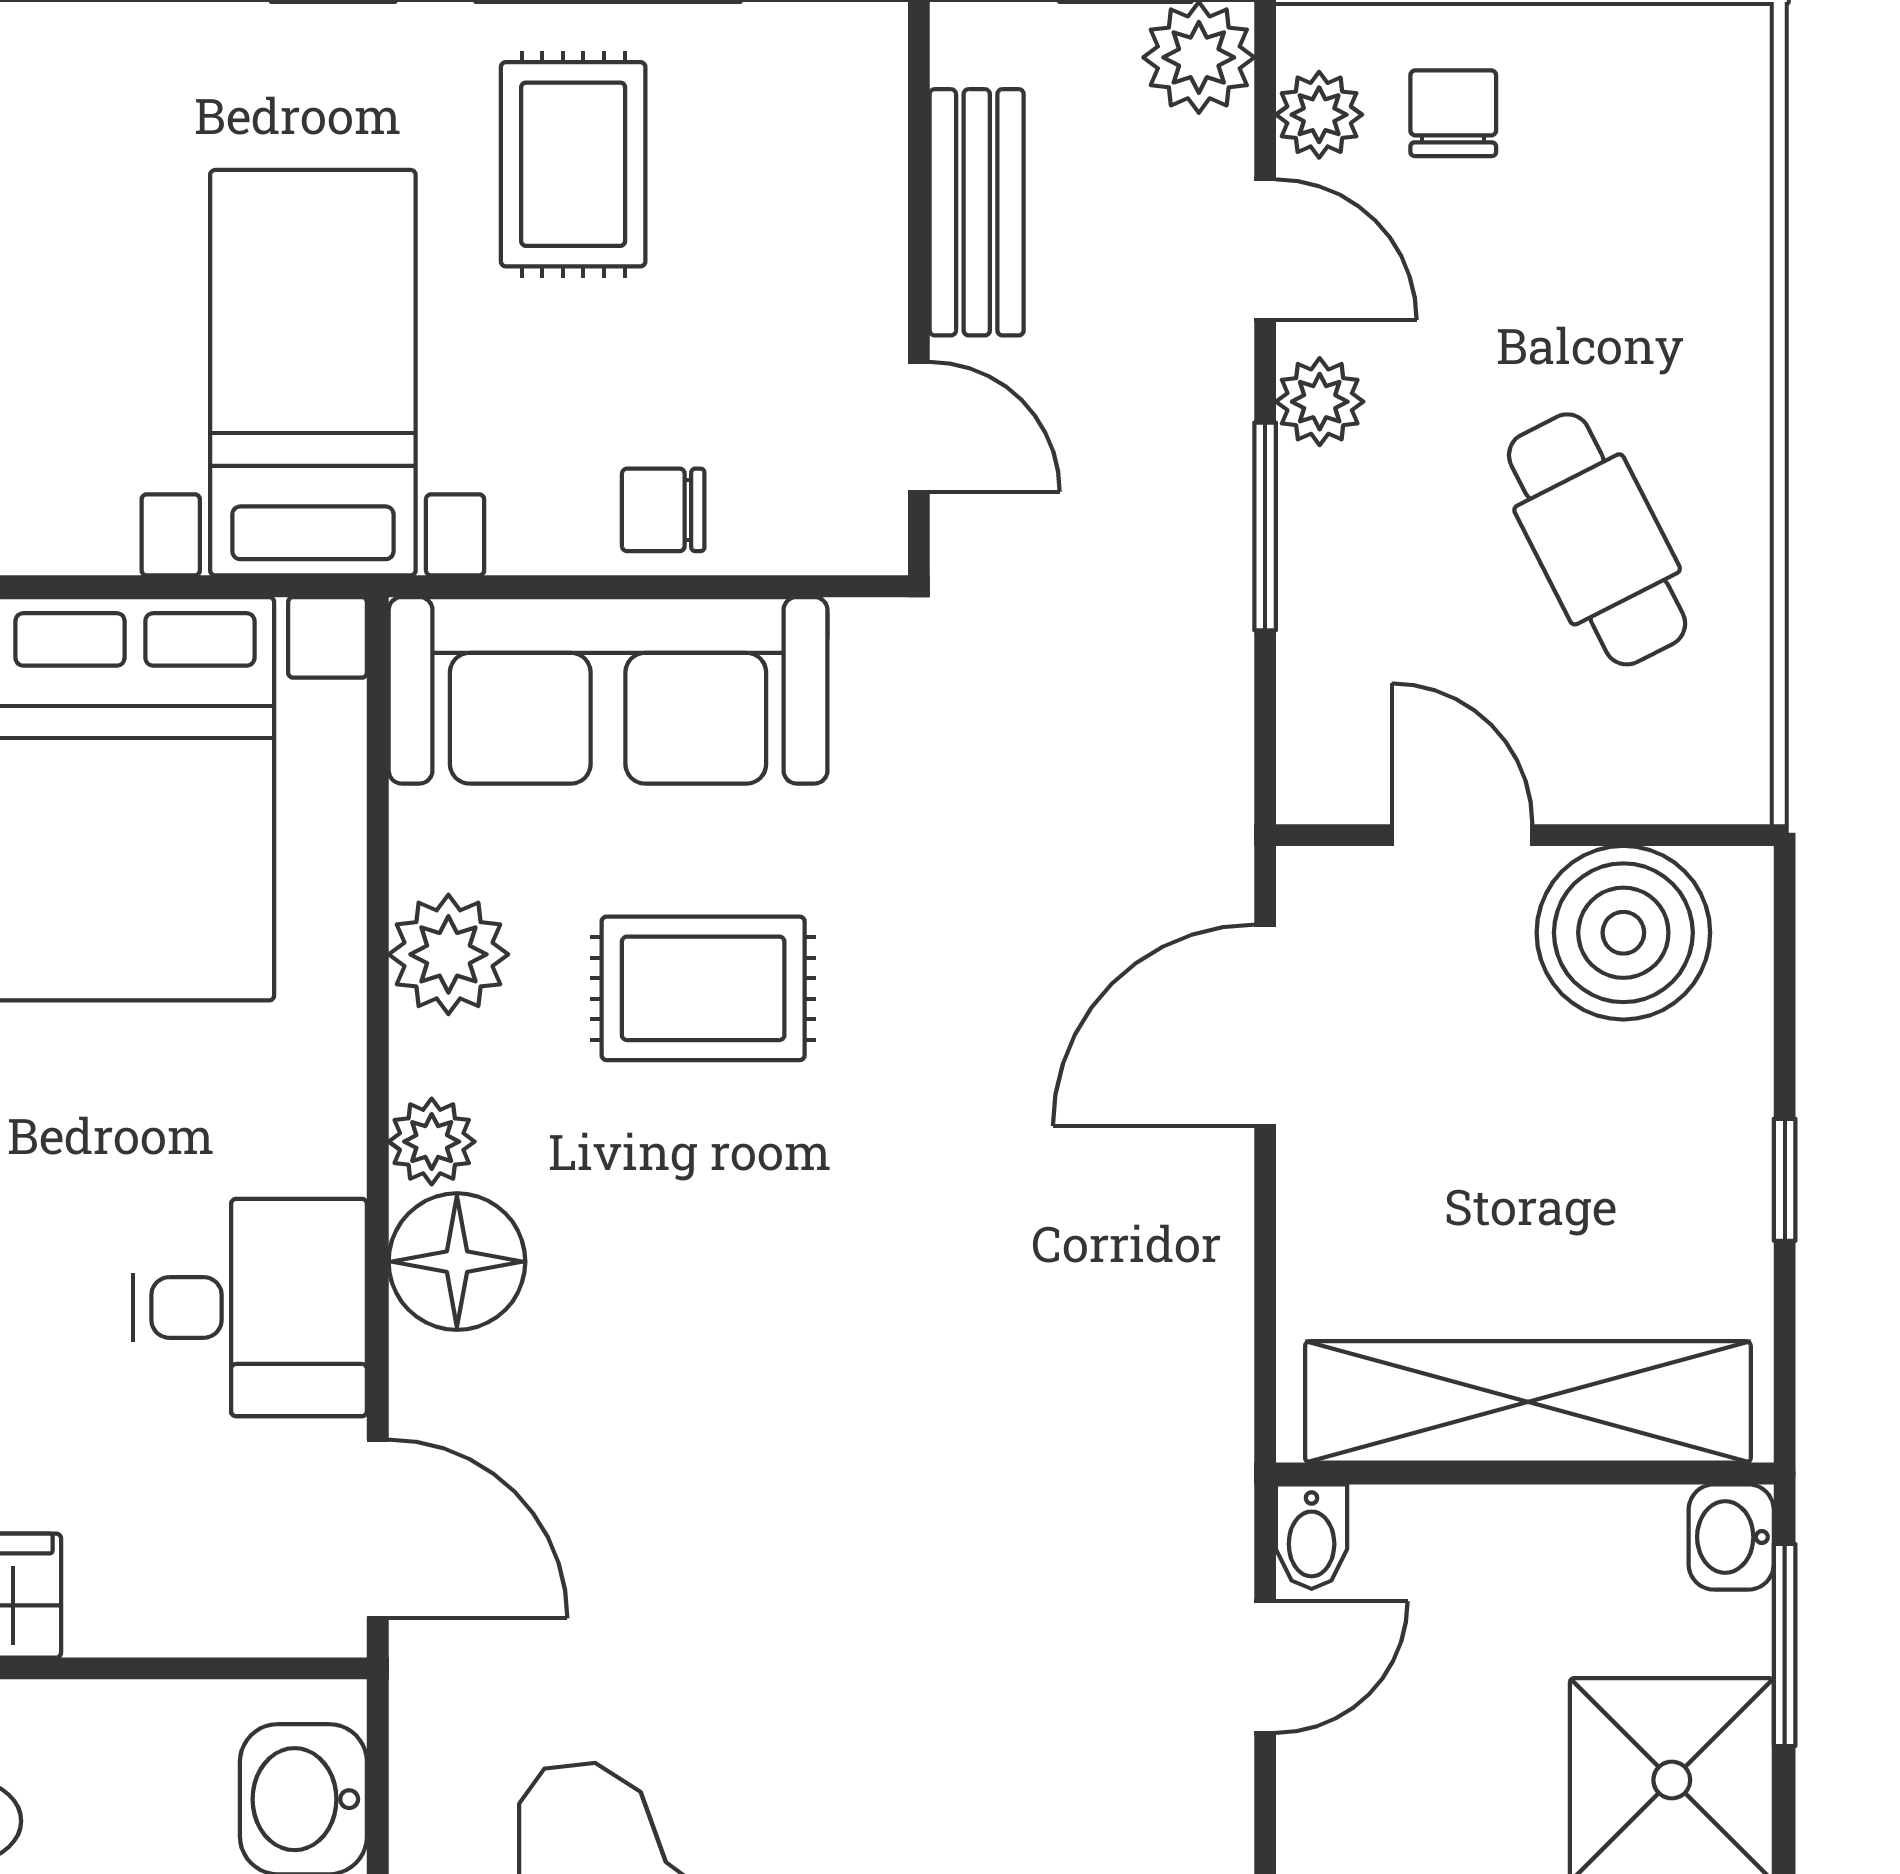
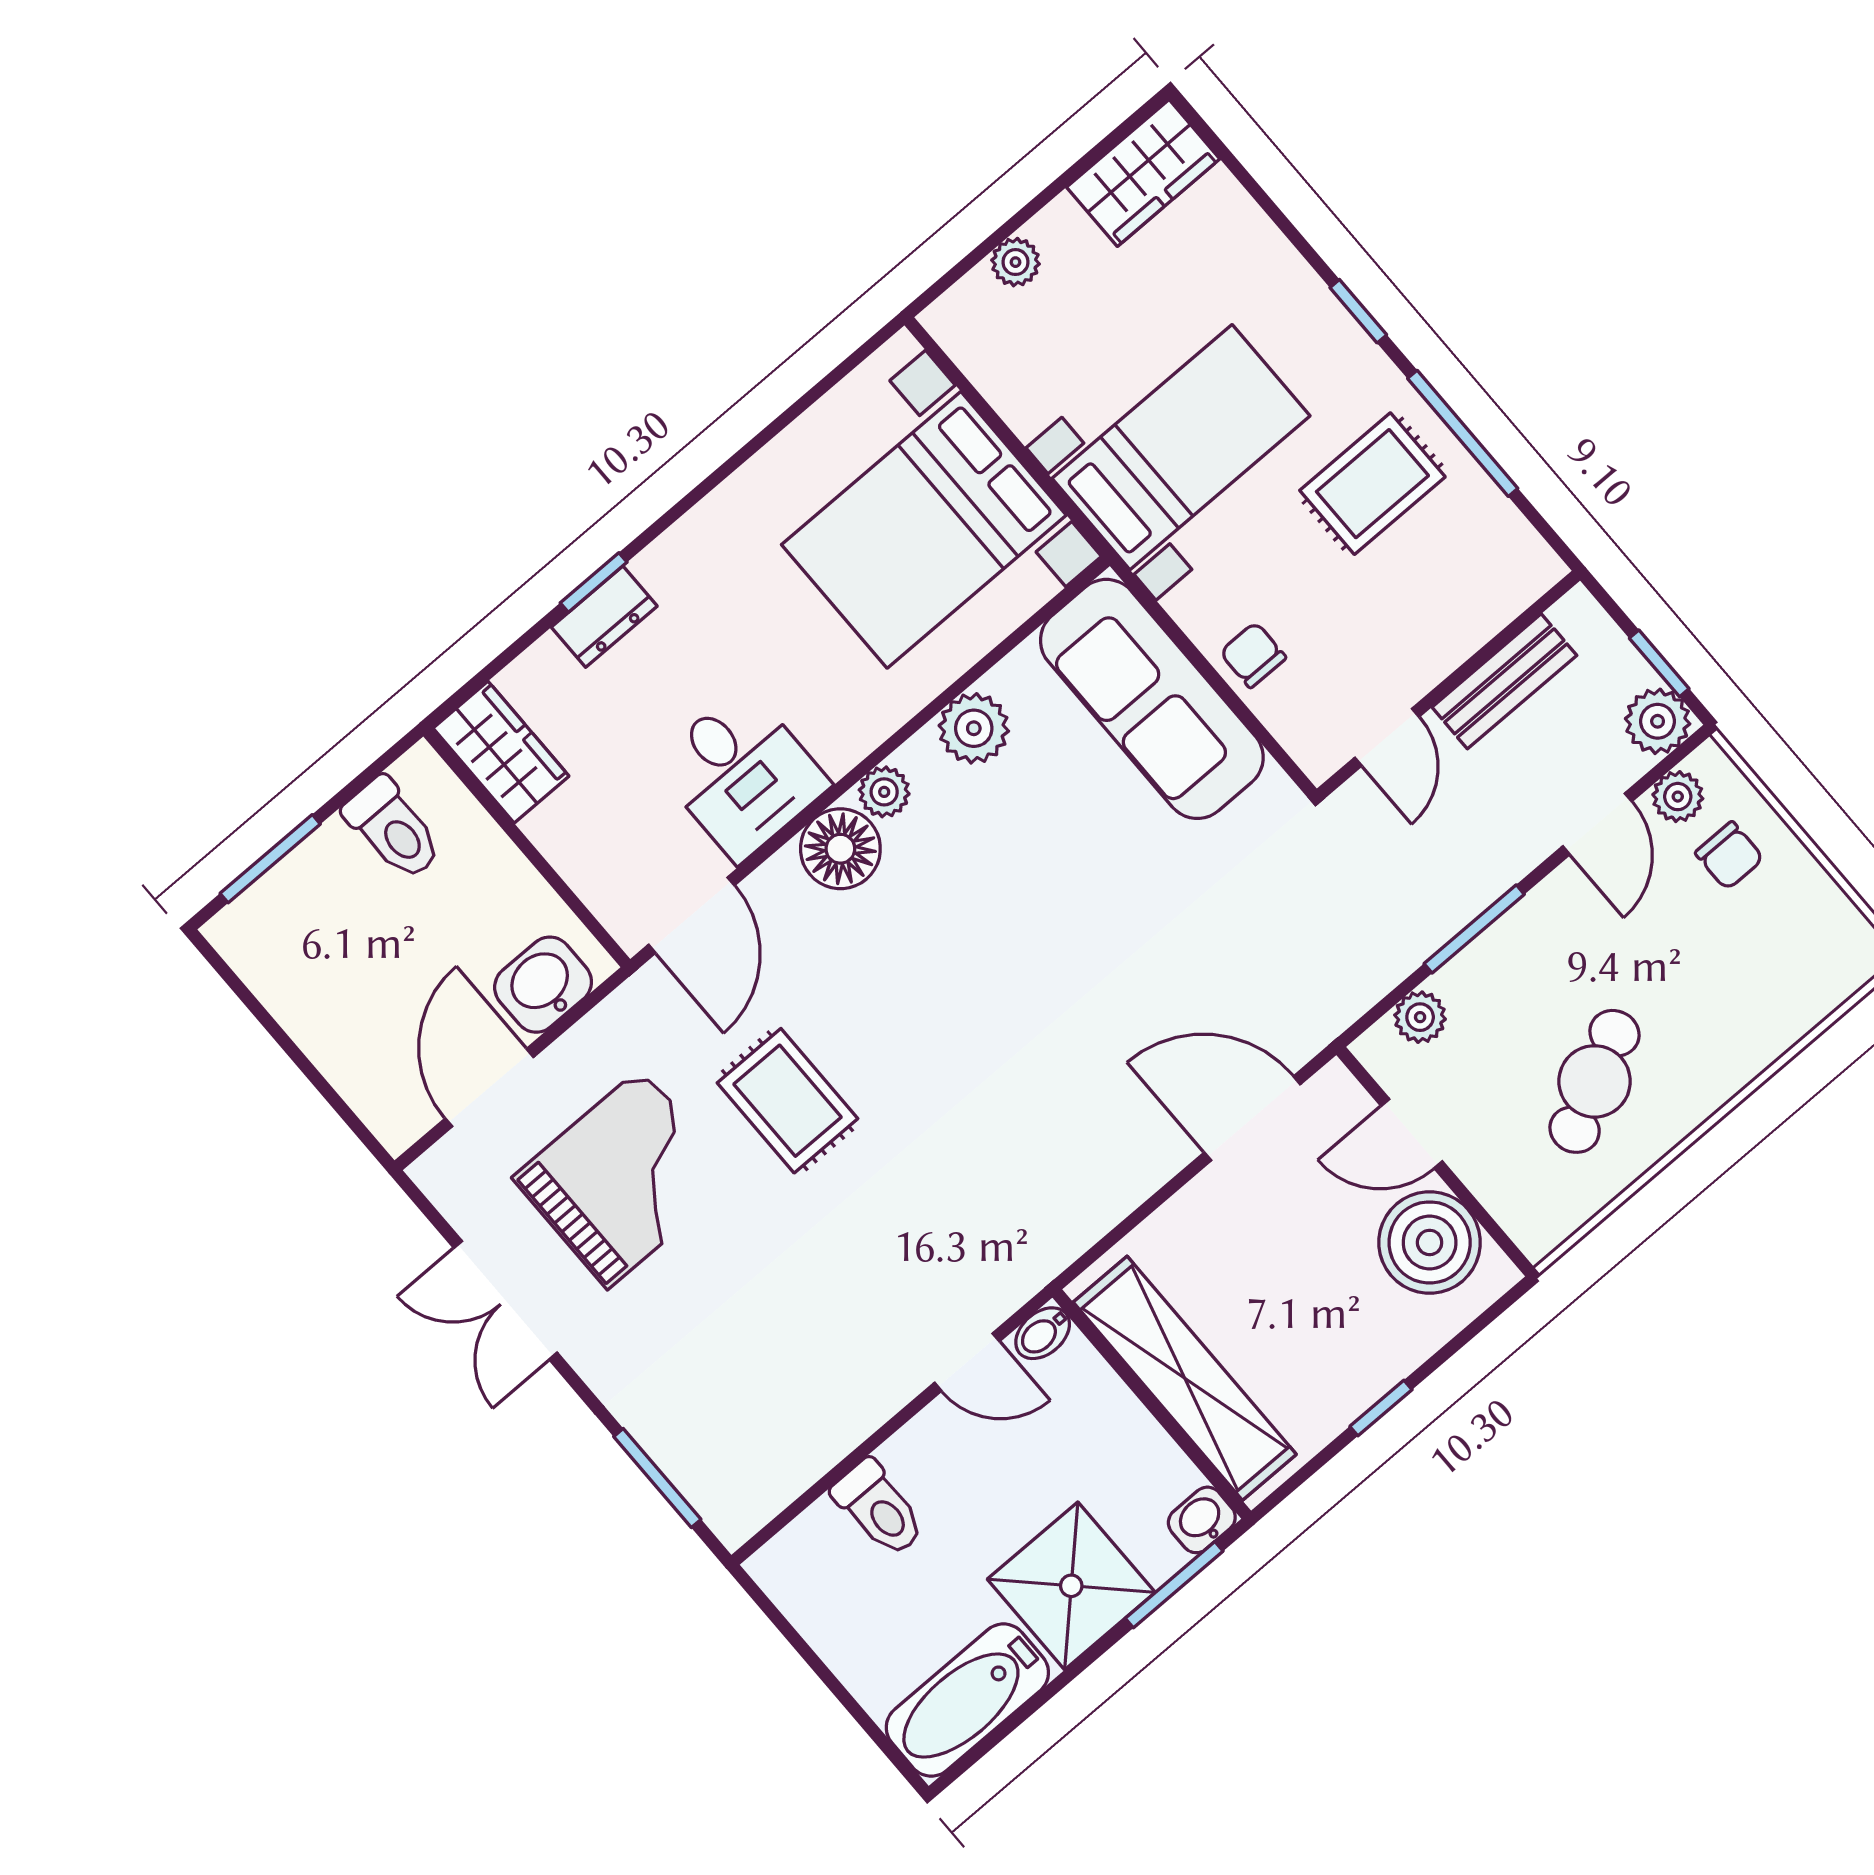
chair: (1453, 113) -> (1729, 856), turned 90
plant: (1320, 402) -> (1420, 1017), moved
door: (1462, 835) -> (1412, 1134), swing flipped
rug: (703, 988) -> (788, 1101), moved

